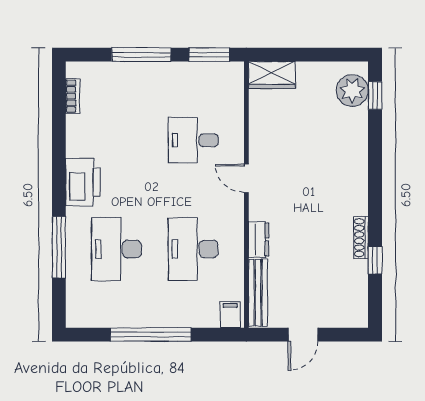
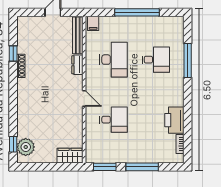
printer: (83, 182) -> (174, 120), moved
desk: (117, 249) -> (156, 60), width x0.73

